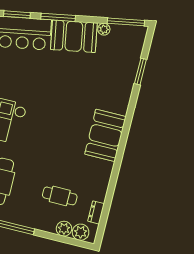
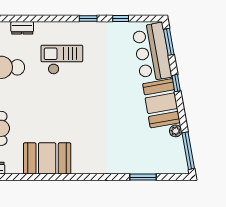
window: (58, 17) -> (176, 83), width x0.46
booth: (105, 135) -> (47, 158), moved

